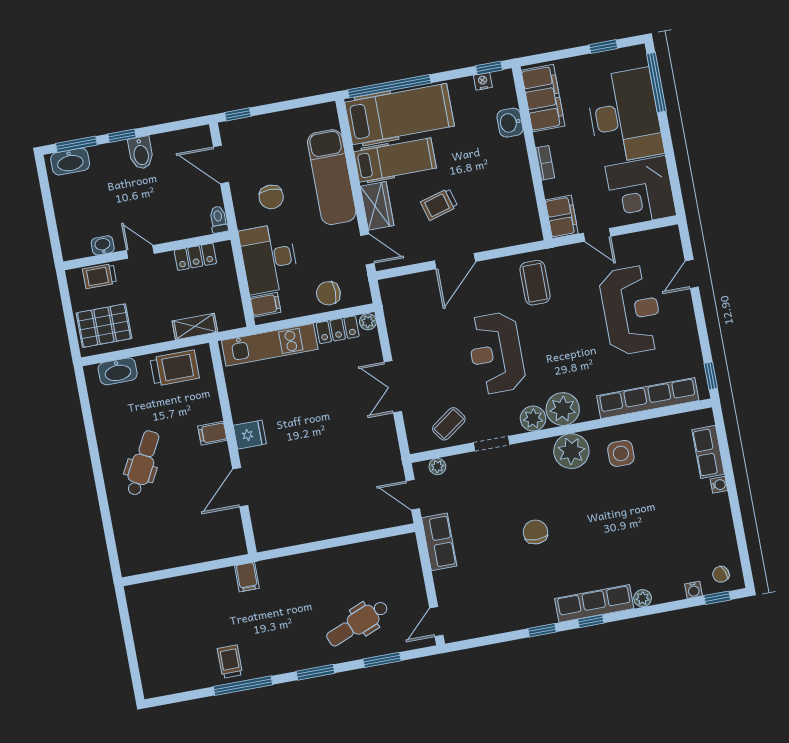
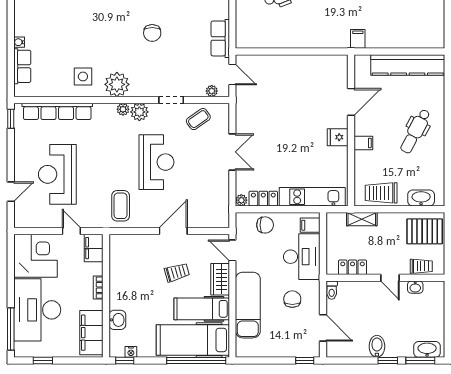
plant: (563, 409) -> (123, 109), width x0.53, depth x0.53
kitchen counter: (171, 553) -> (408, 65), added

